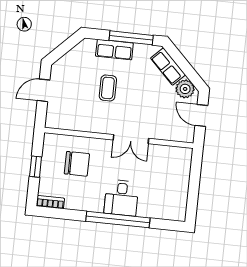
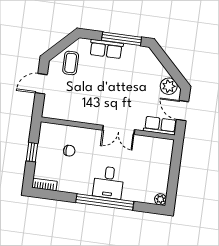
row of seats: (168, 66) -> (160, 126), moved, turned 135
coffee table: (108, 88) -> (71, 63), moved
chair: (77, 164) -> (69, 151), width x0.54, depth x0.54
plant: (180, 215) -> (160, 199), added

